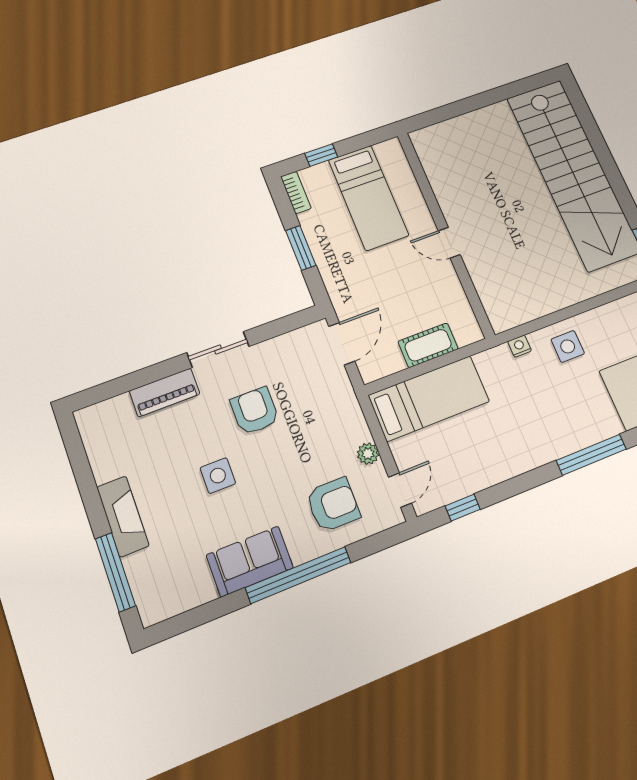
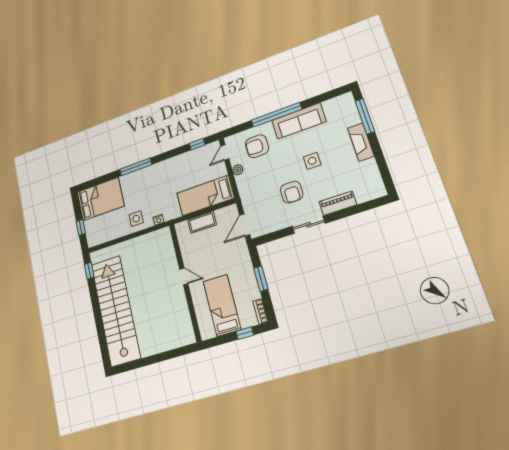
sofa: (250, 561) -> (299, 121), width x1.36

